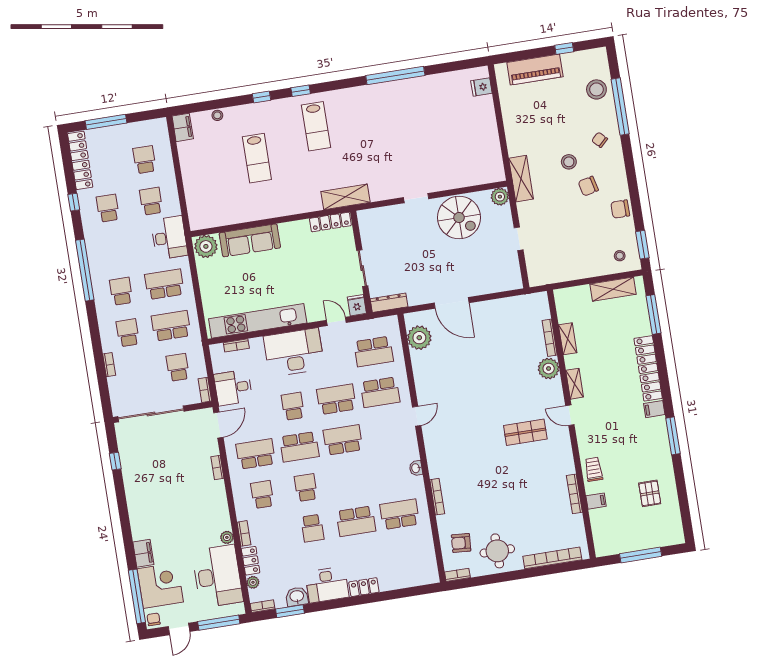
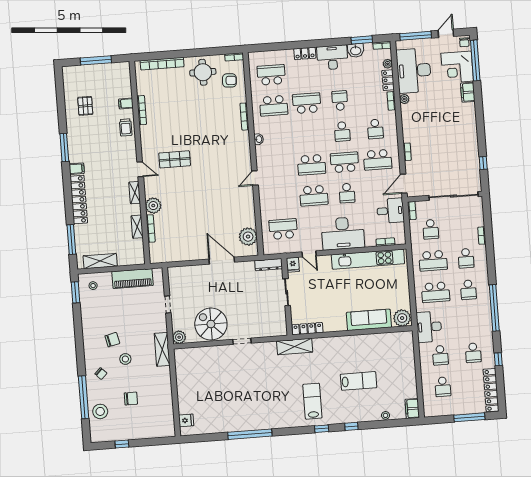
piano: (535, 70) -> (133, 279), moved, turned 180
lab bench: (257, 158) -> (359, 381), turned 90
chair: (620, 209) -> (131, 399), moved
school desk: (380, 392) -> (271, 75), moved

